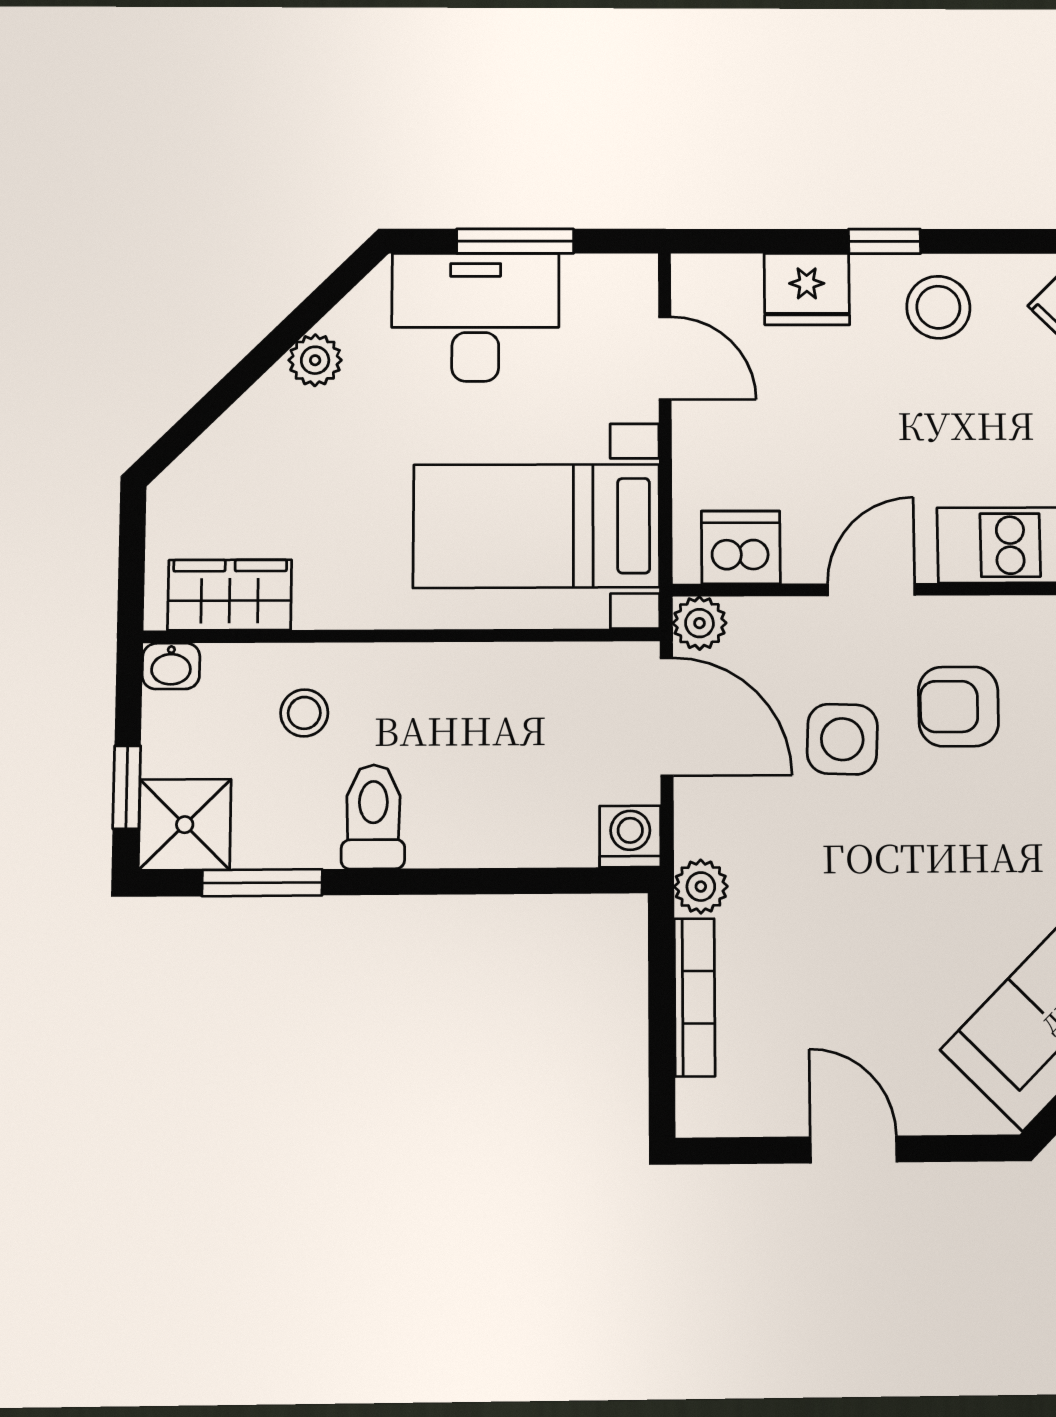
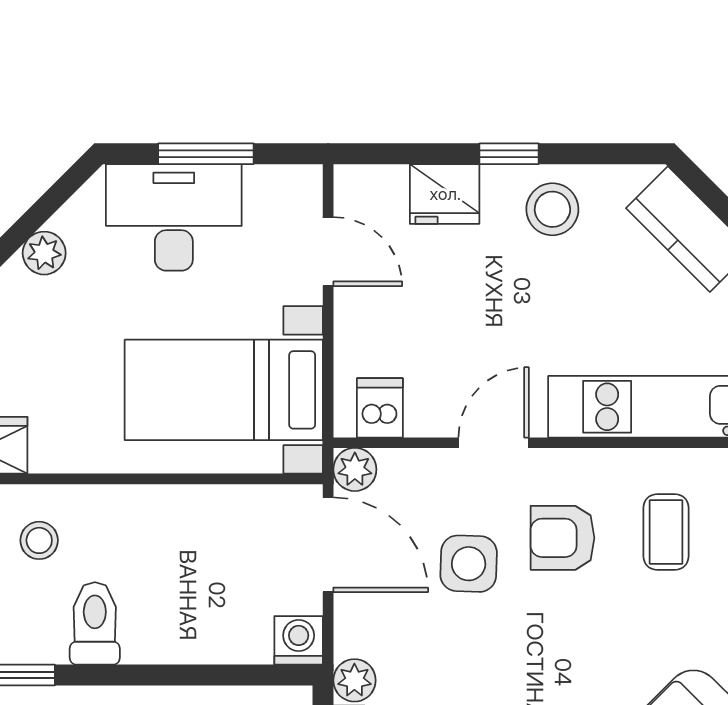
dishwasher: (741, 547) -> (380, 408), width x0.73

